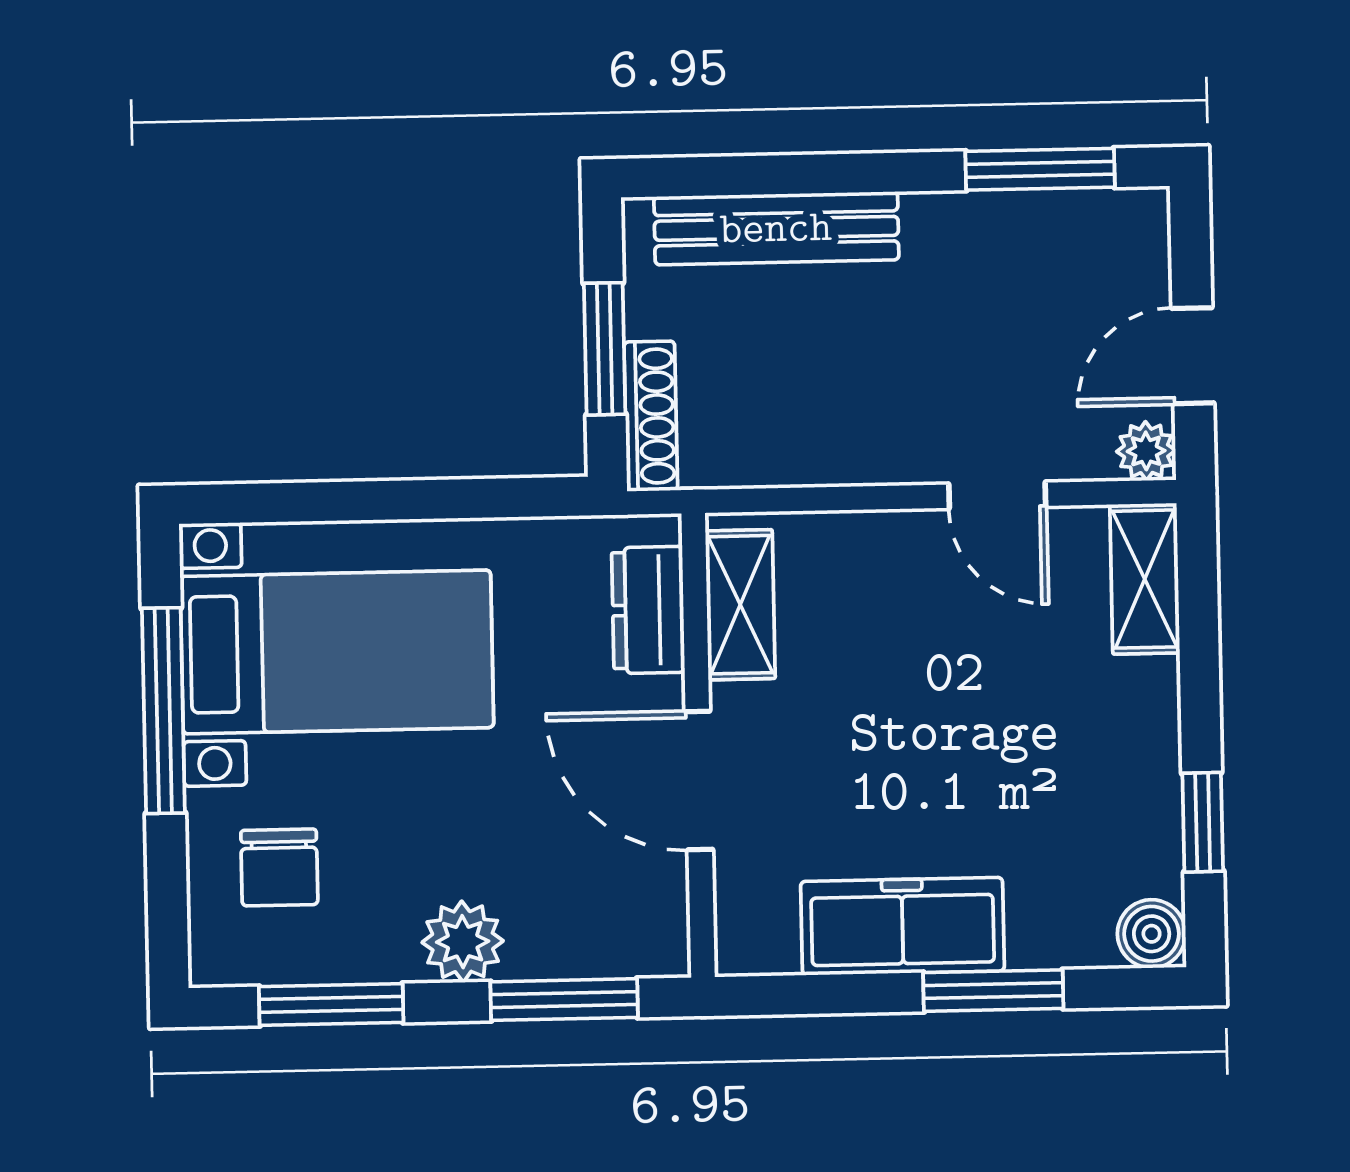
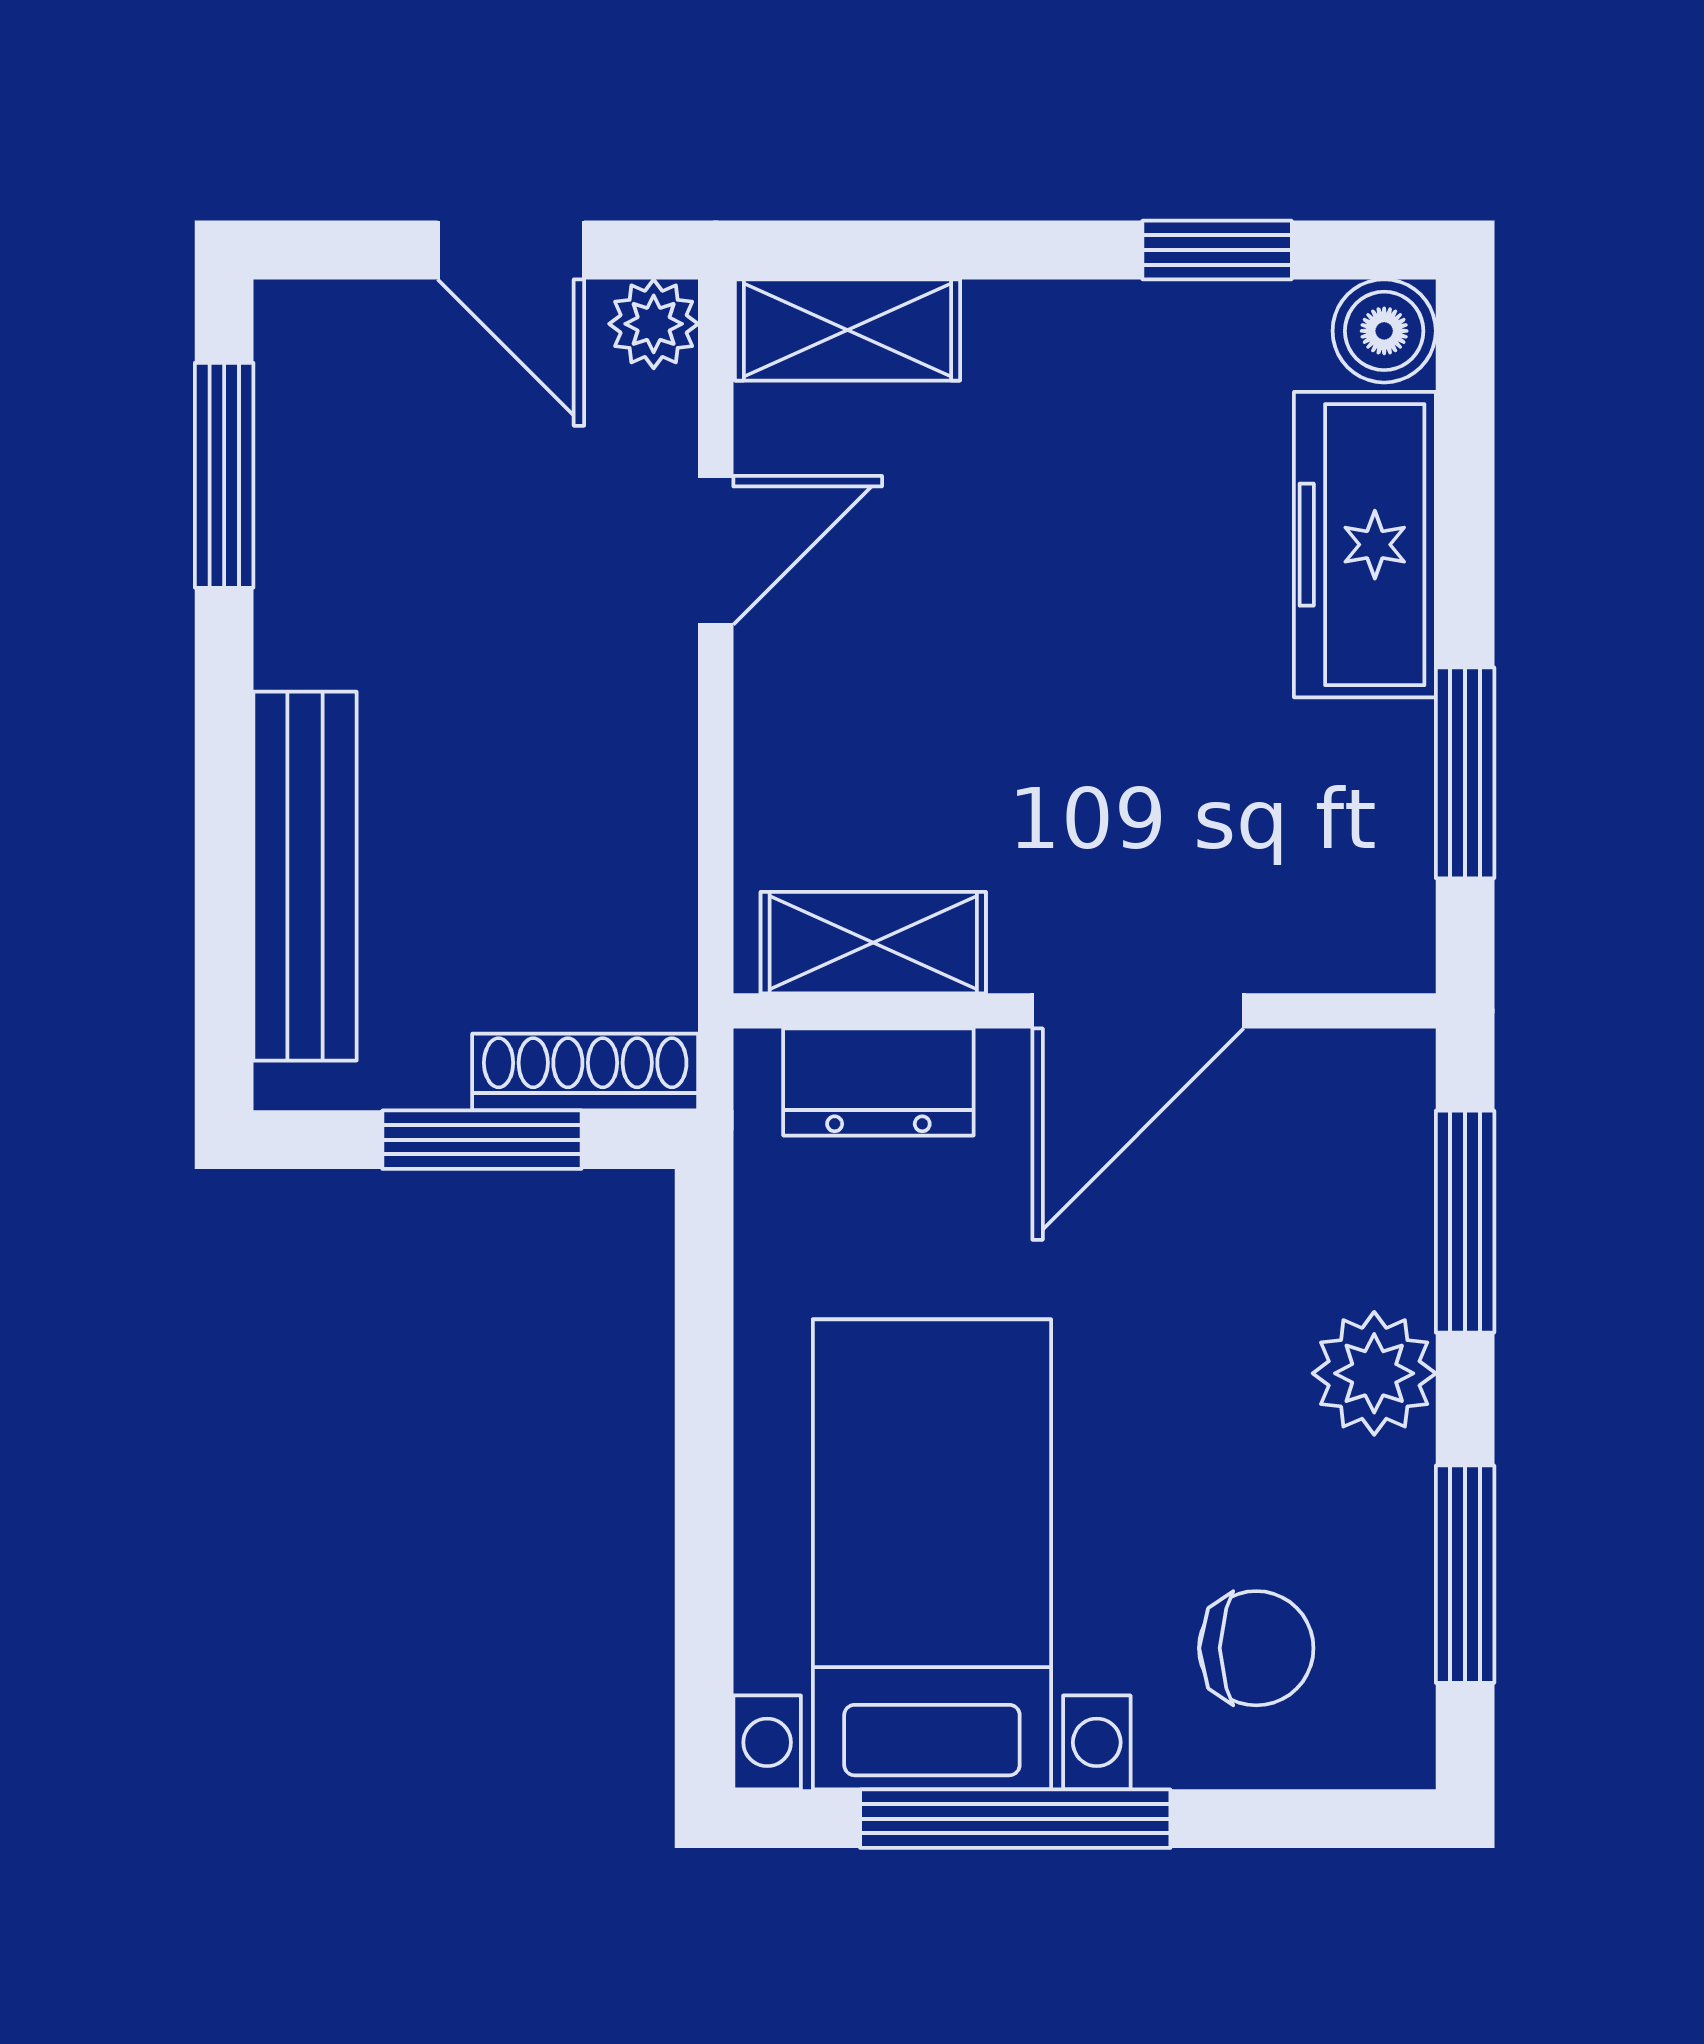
freezer: (903, 926) -> (1365, 545), moved
window: (993, 991) -> (1465, 773), moved

